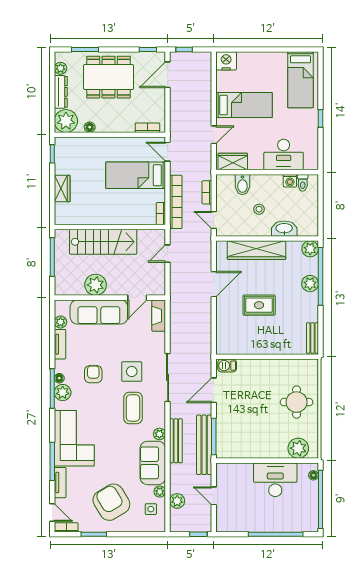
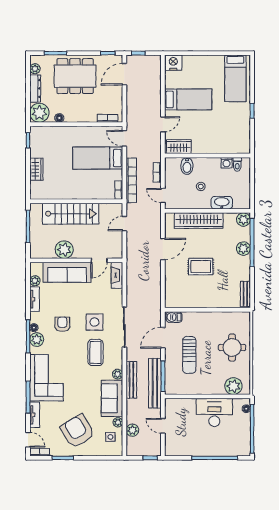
desk: (284, 155) -> (221, 141), removed
sun lounger: (245, 411) -> (189, 355), added

